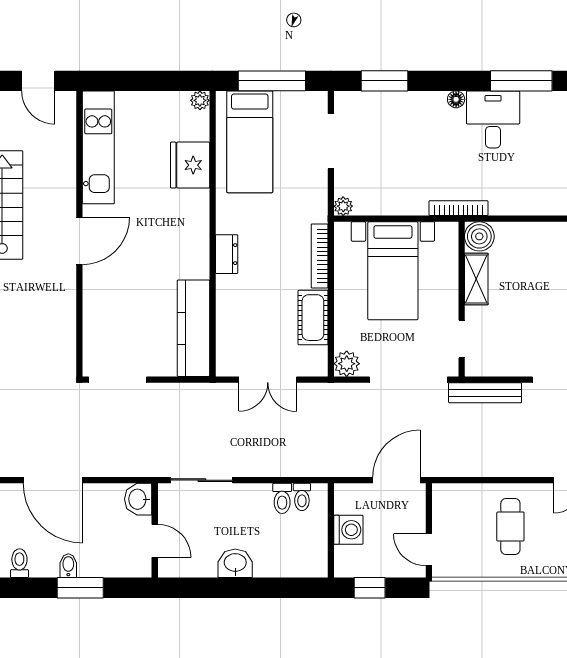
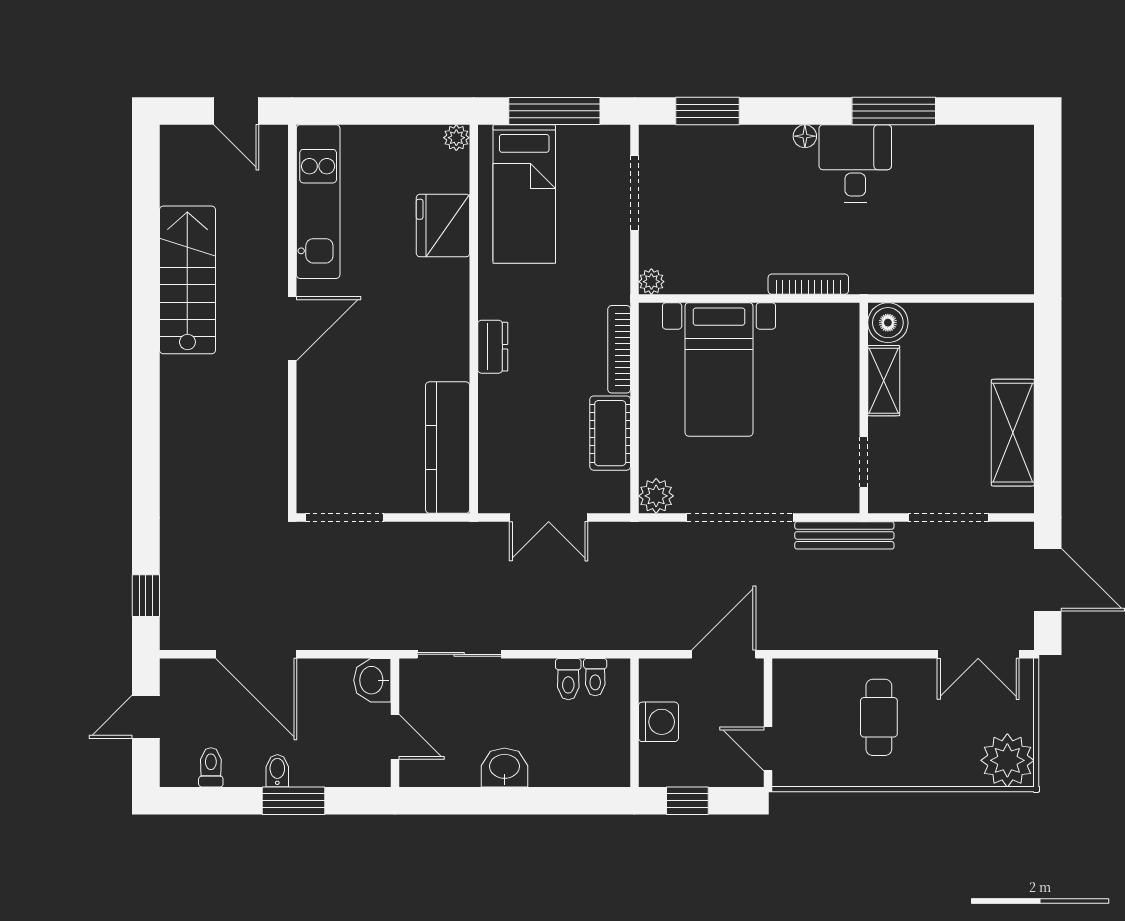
boiler: (479, 236) -> (888, 323), moved
shelving: (476, 279) -> (884, 381), moved
wall: (462, 299) -> (864, 408), moved
doorway: (462, 339) -> (864, 462), moved

